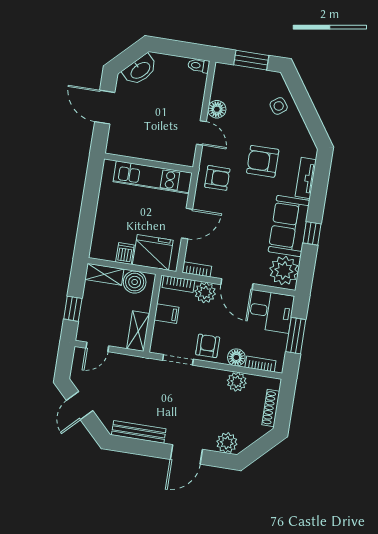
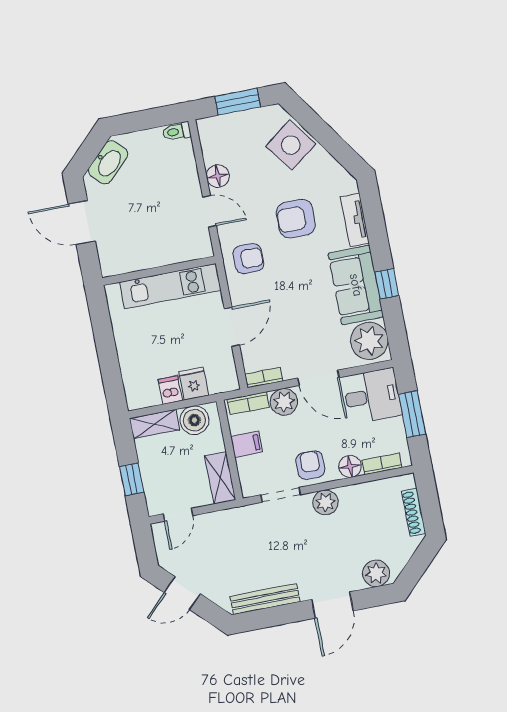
side table: (279, 106) -> (291, 145), width x1.87, depth x1.87
fridge: (153, 252) -> (194, 384), width x0.53, depth x0.75
plant: (237, 382) -> (325, 502), moved
door: (80, 406) -> (182, 593), hinge flipped

